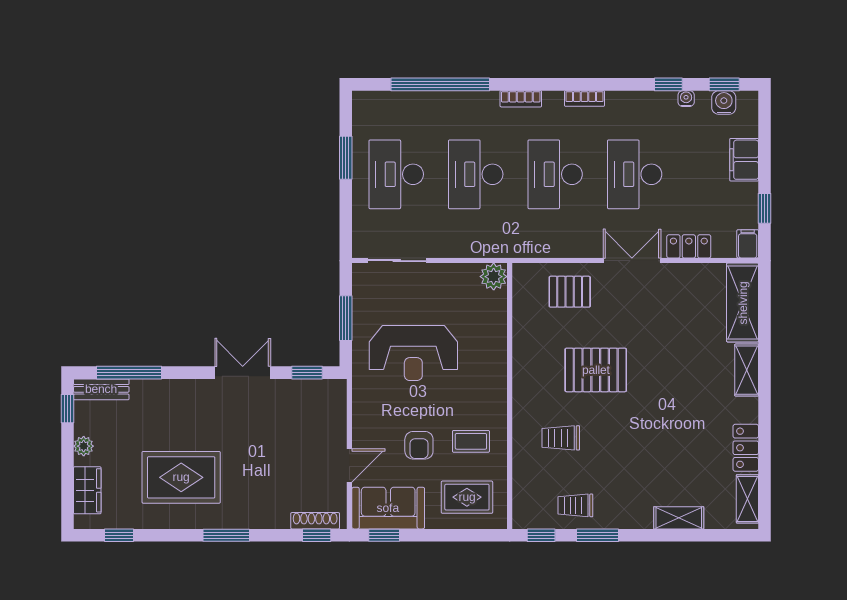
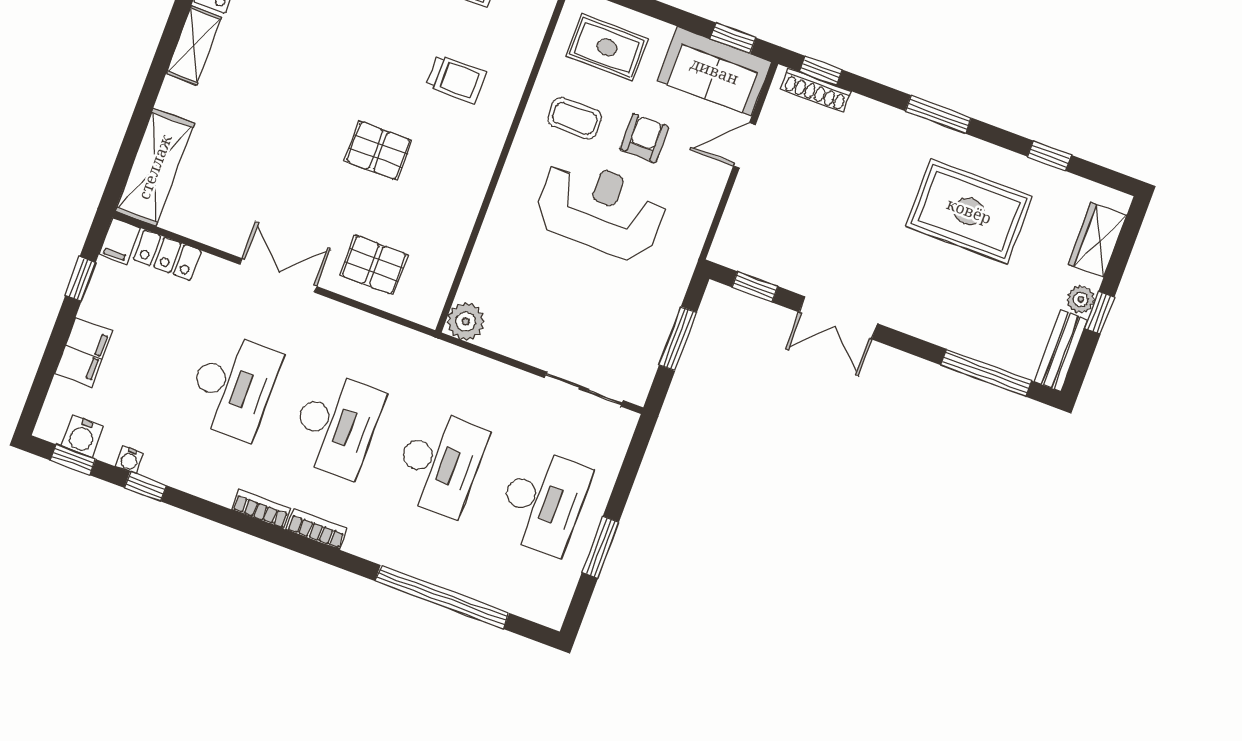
bookcase: (521, 99) -> (317, 529), moved
locker: (689, 246) -> (167, 255), moved
double door: (632, 261) -> (278, 275), swing flipped
reception desk: (413, 353) -> (600, 209), moved
pallet: (596, 370) -> (378, 151), width x0.67, depth x0.71
shelving: (747, 370) -> (194, 45), moved
bench: (101, 389) -> (1061, 351), moved, turned 90
window: (67, 409) -> (1100, 313), moved
window: (119, 535) -> (1049, 156), moved

